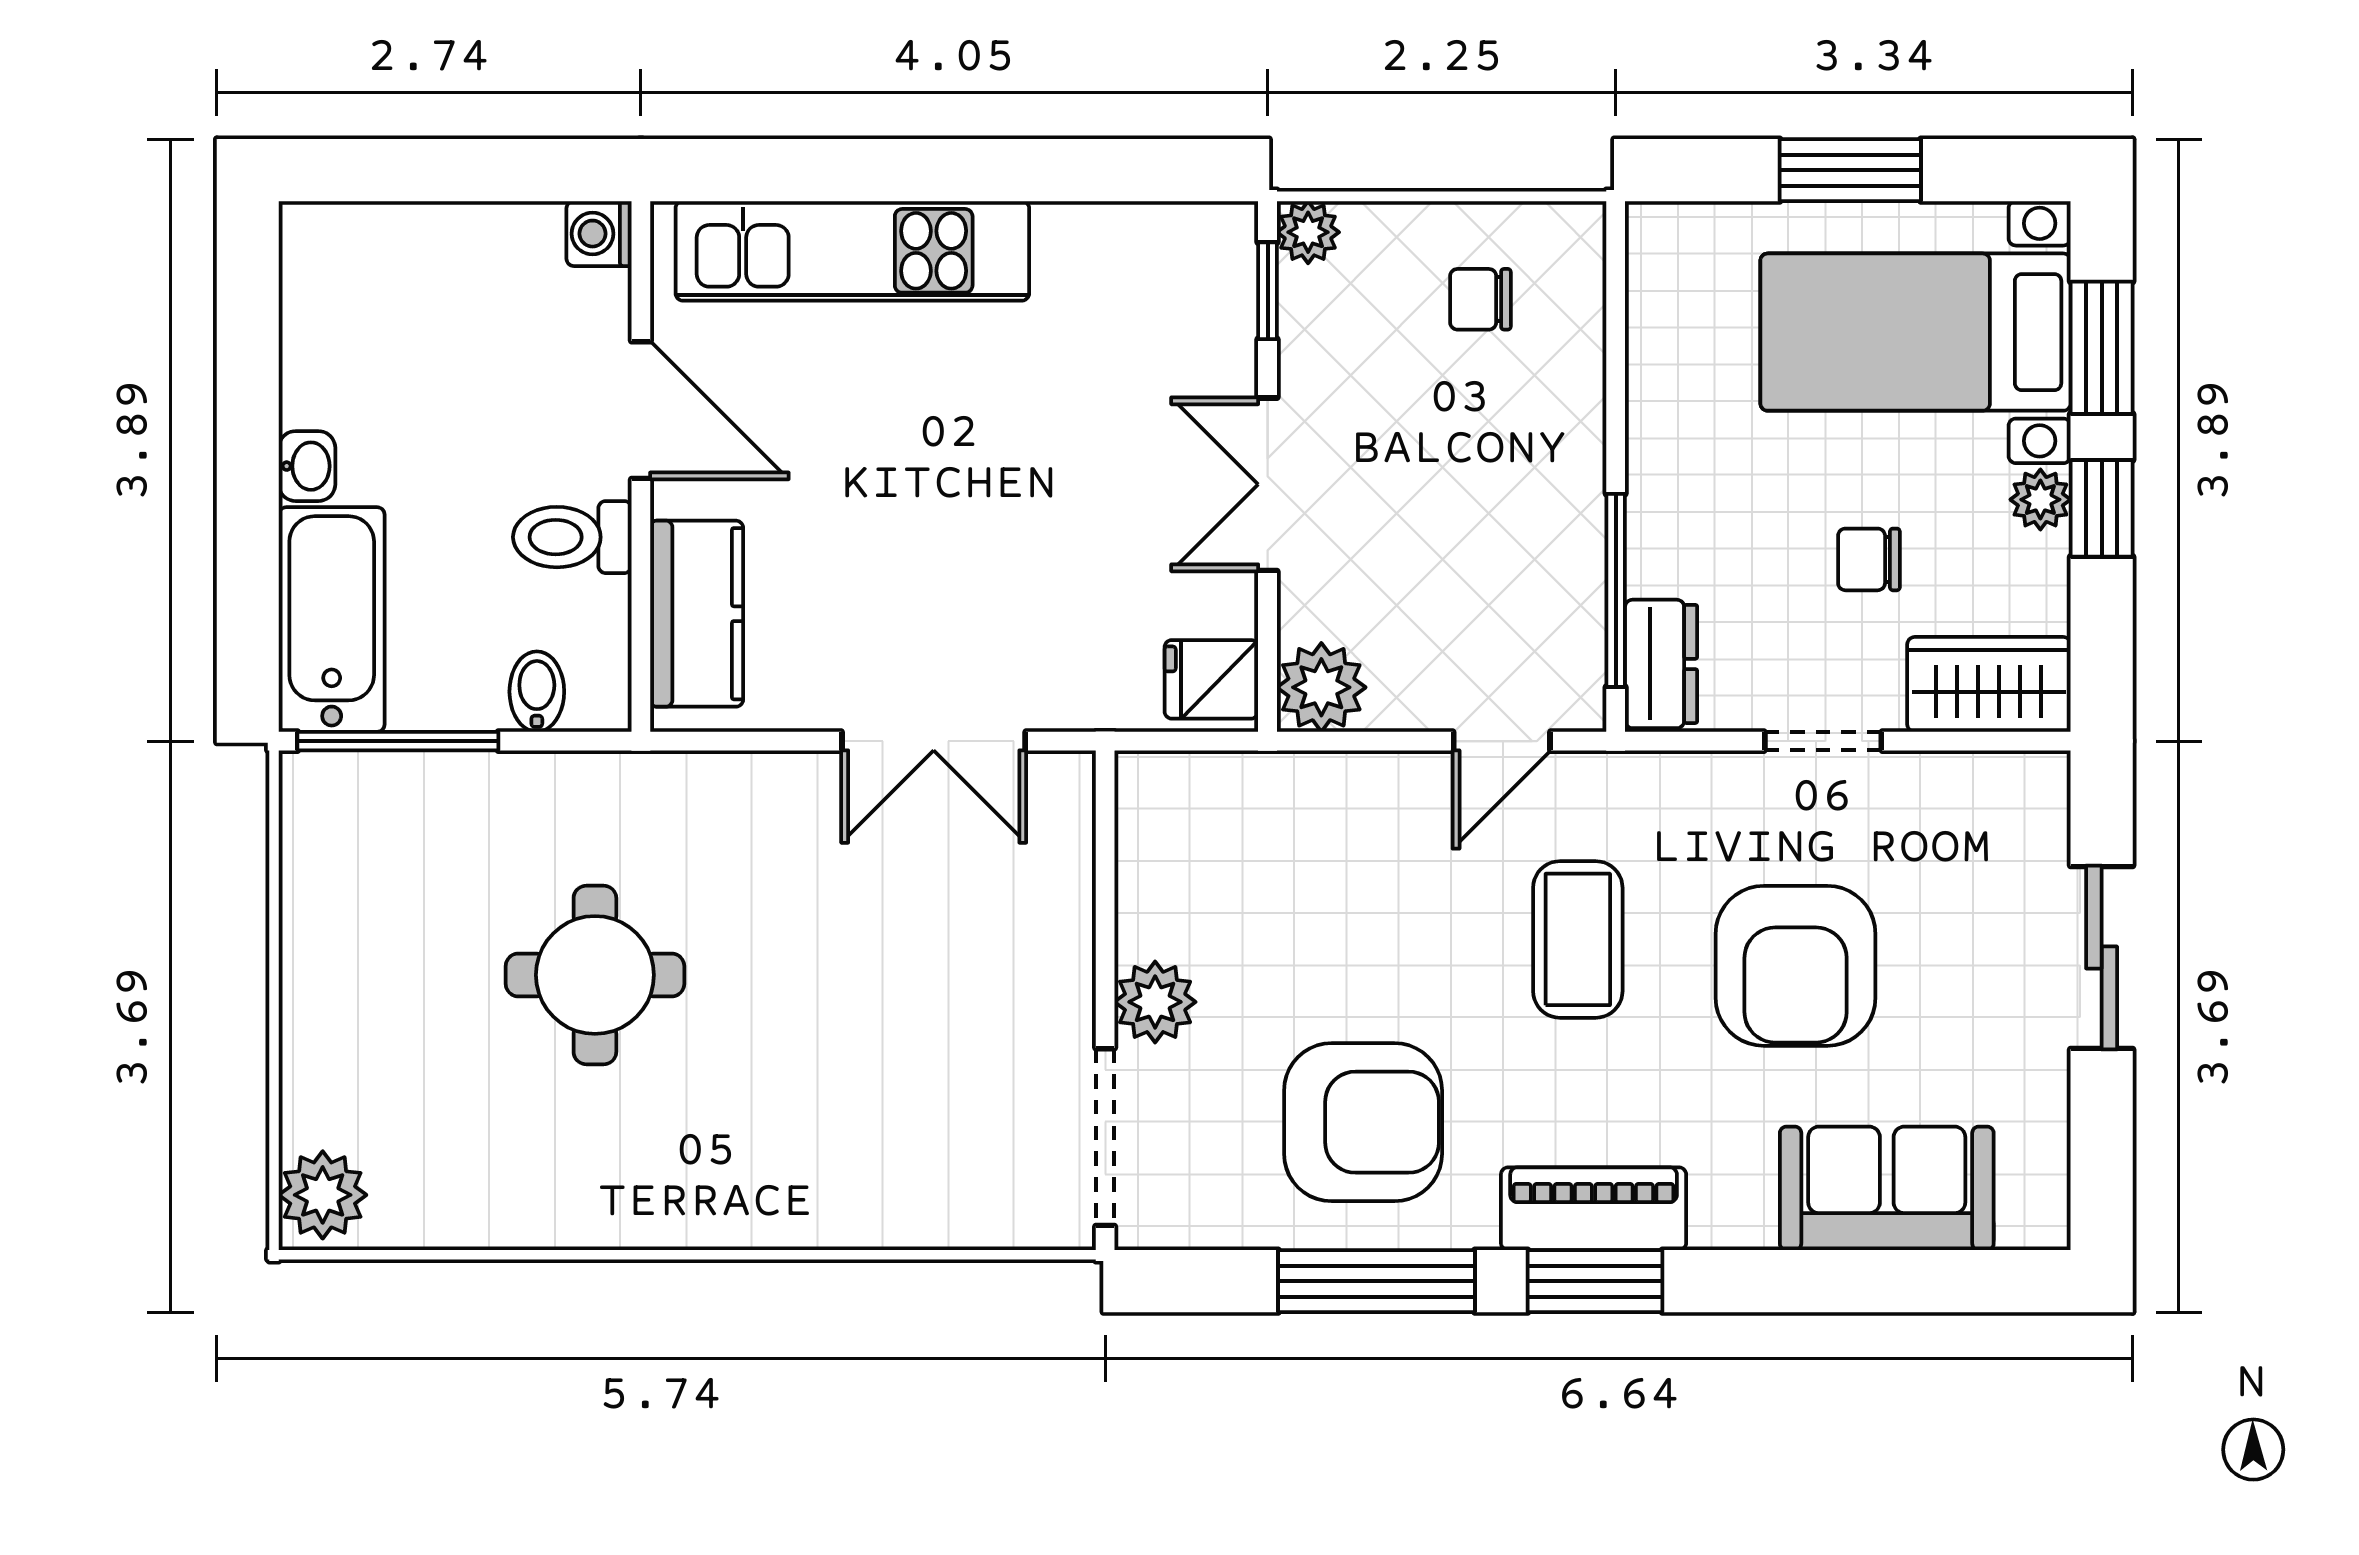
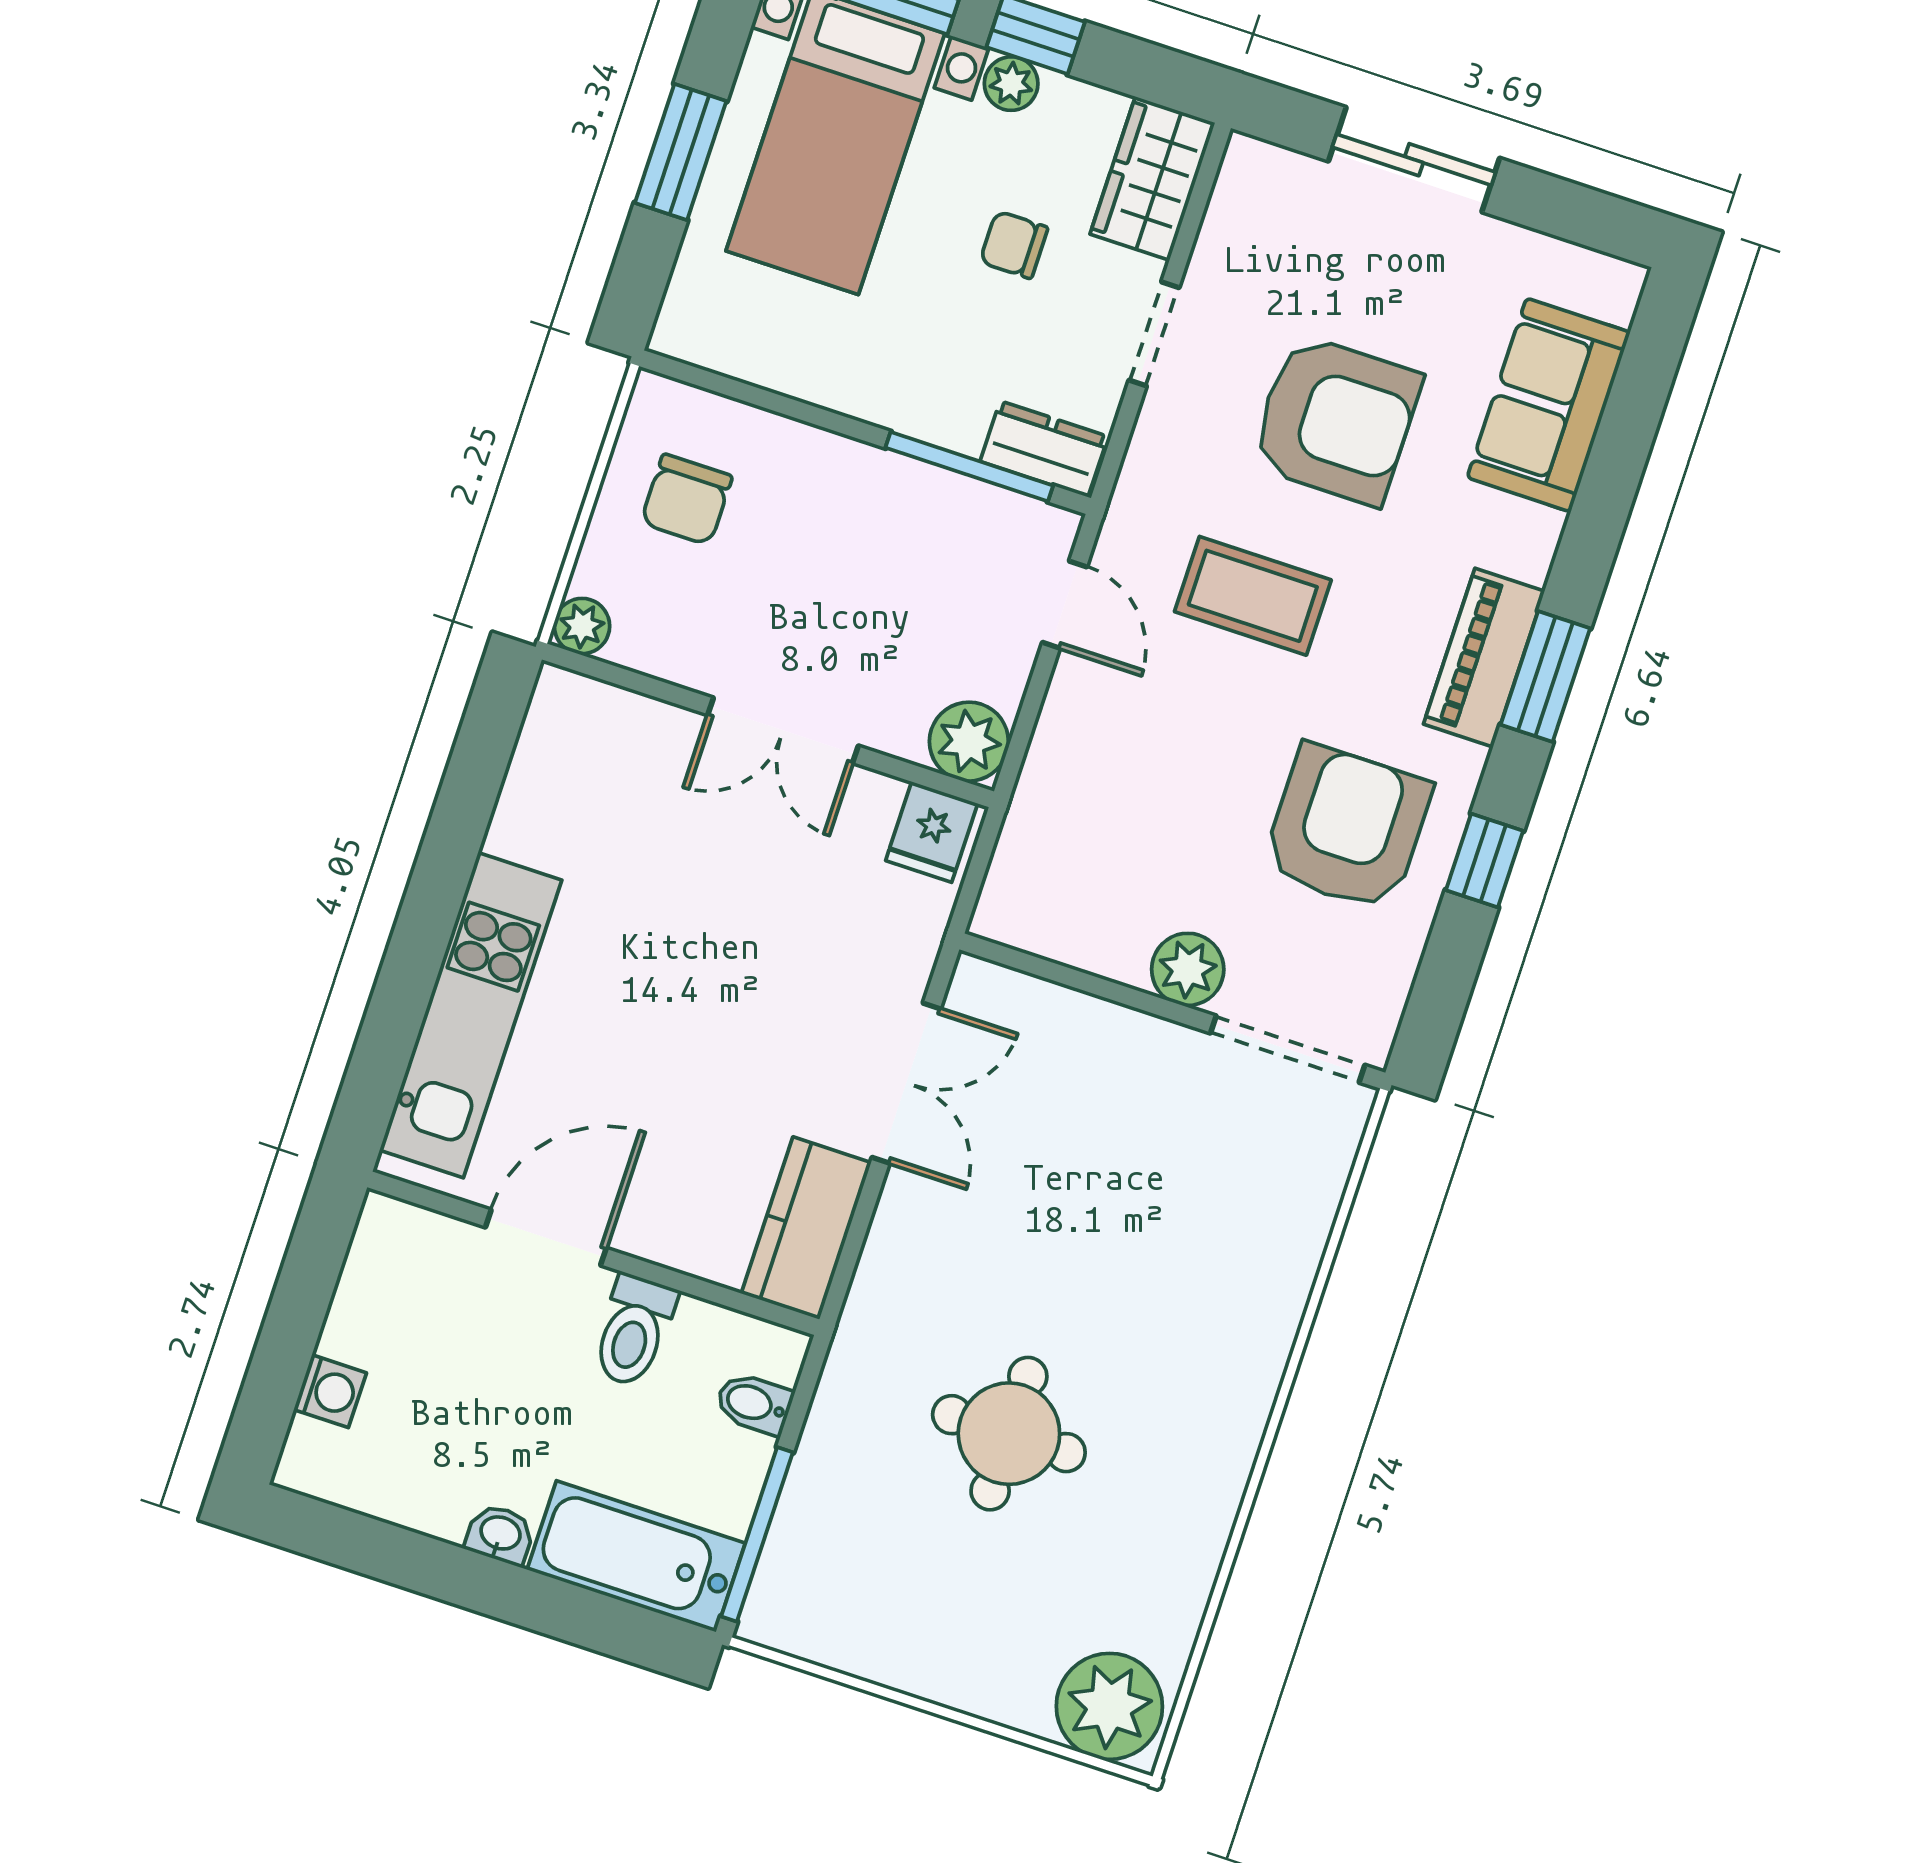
washing machine: (599, 234) -> (330, 1391), moved, turned -90
window: (1268, 291) -> (620, 676), removed
chair: (1480, 299) -> (686, 499), width x1.37, depth x1.37
chair: (1869, 559) -> (1014, 245), turned 90
kitchen counter: (697, 614) -> (806, 1228), moved, turned -90
plant: (323, 1195) -> (1109, 1706), width x1.36, depth x1.36
window: (1376, 1281) -> (1485, 861), width x0.46

